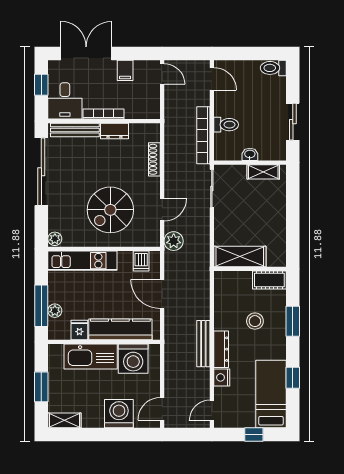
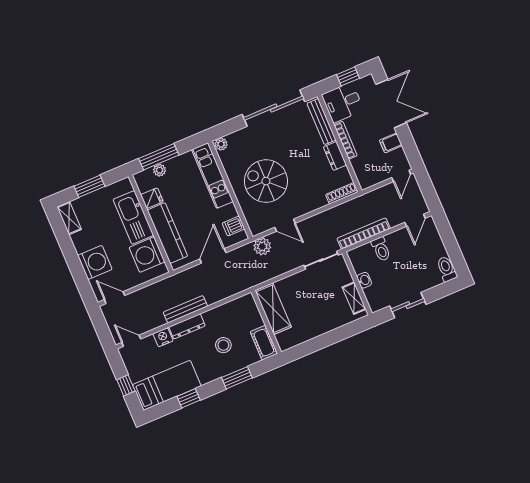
shoe rack: (154, 159) -> (342, 193), moved

